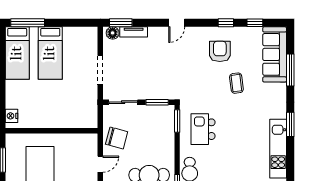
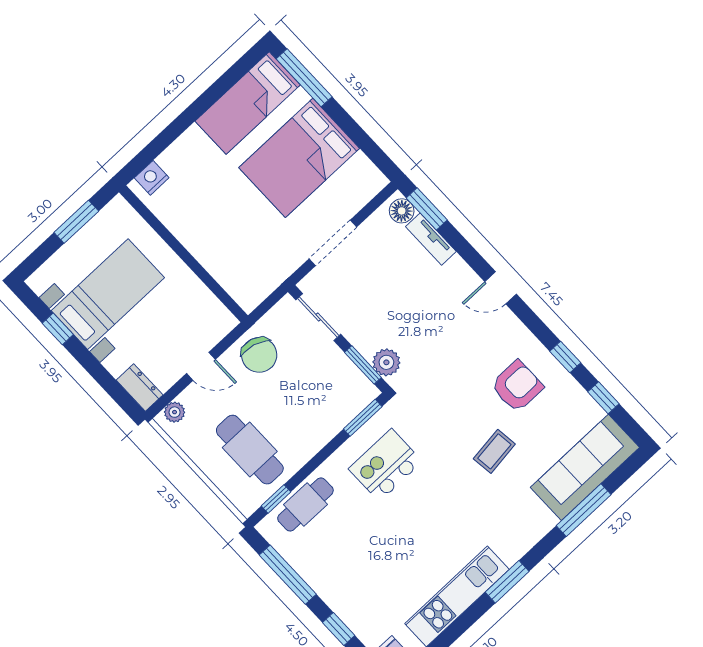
bed: (50, 53) -> (299, 158), width x1.50
plant: (165, 92) -> (386, 362), added

